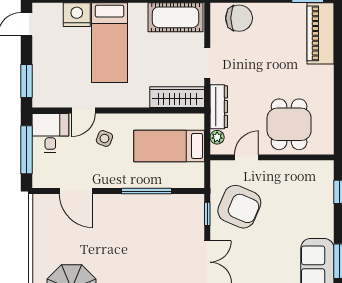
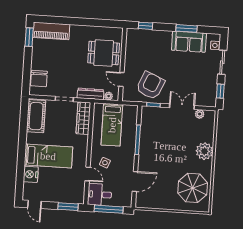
chair: (239, 18) -> (39, 79), turned 180

